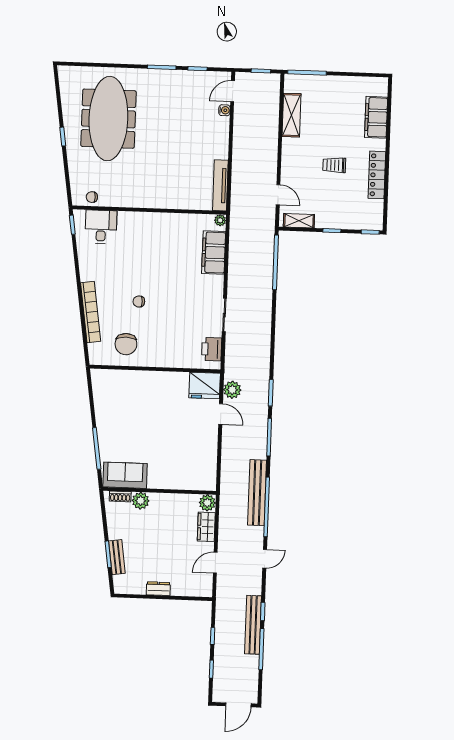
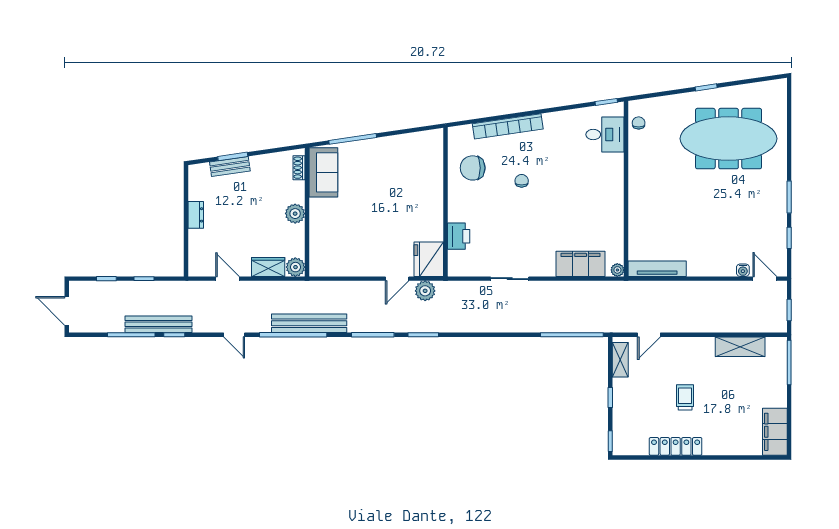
filing cabinet: (376, 117) -> (775, 432), moved, turned -90
printer: (212, 349) -> (459, 236), moved, turned 90
plant: (141, 501) -> (295, 214), moved

